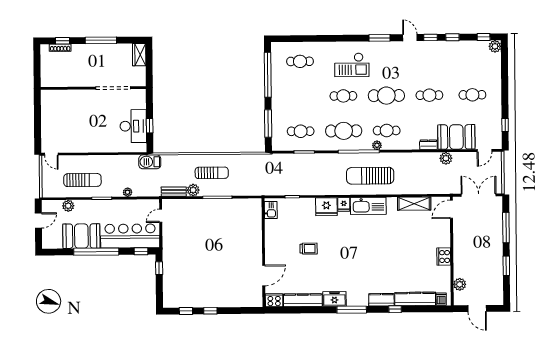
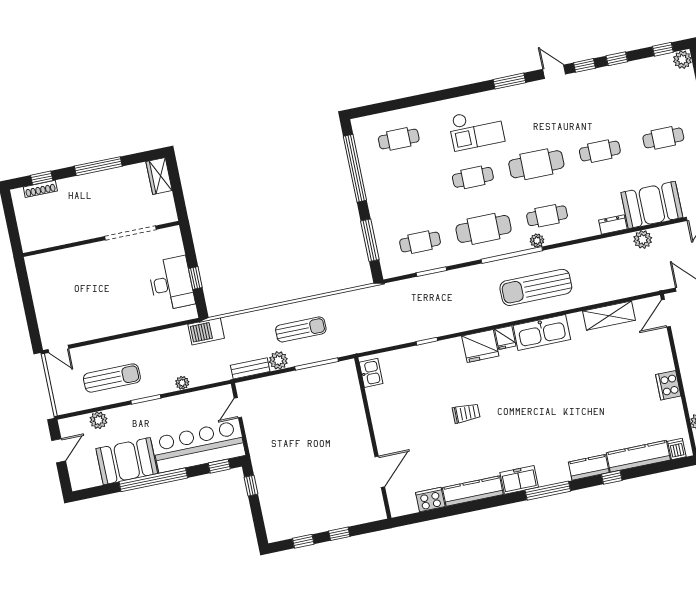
kitchen sink: (271, 210) -> (371, 373), moved
wall: (264, 253) -> (373, 438), moved
door: (264, 275) -> (380, 472), moved

